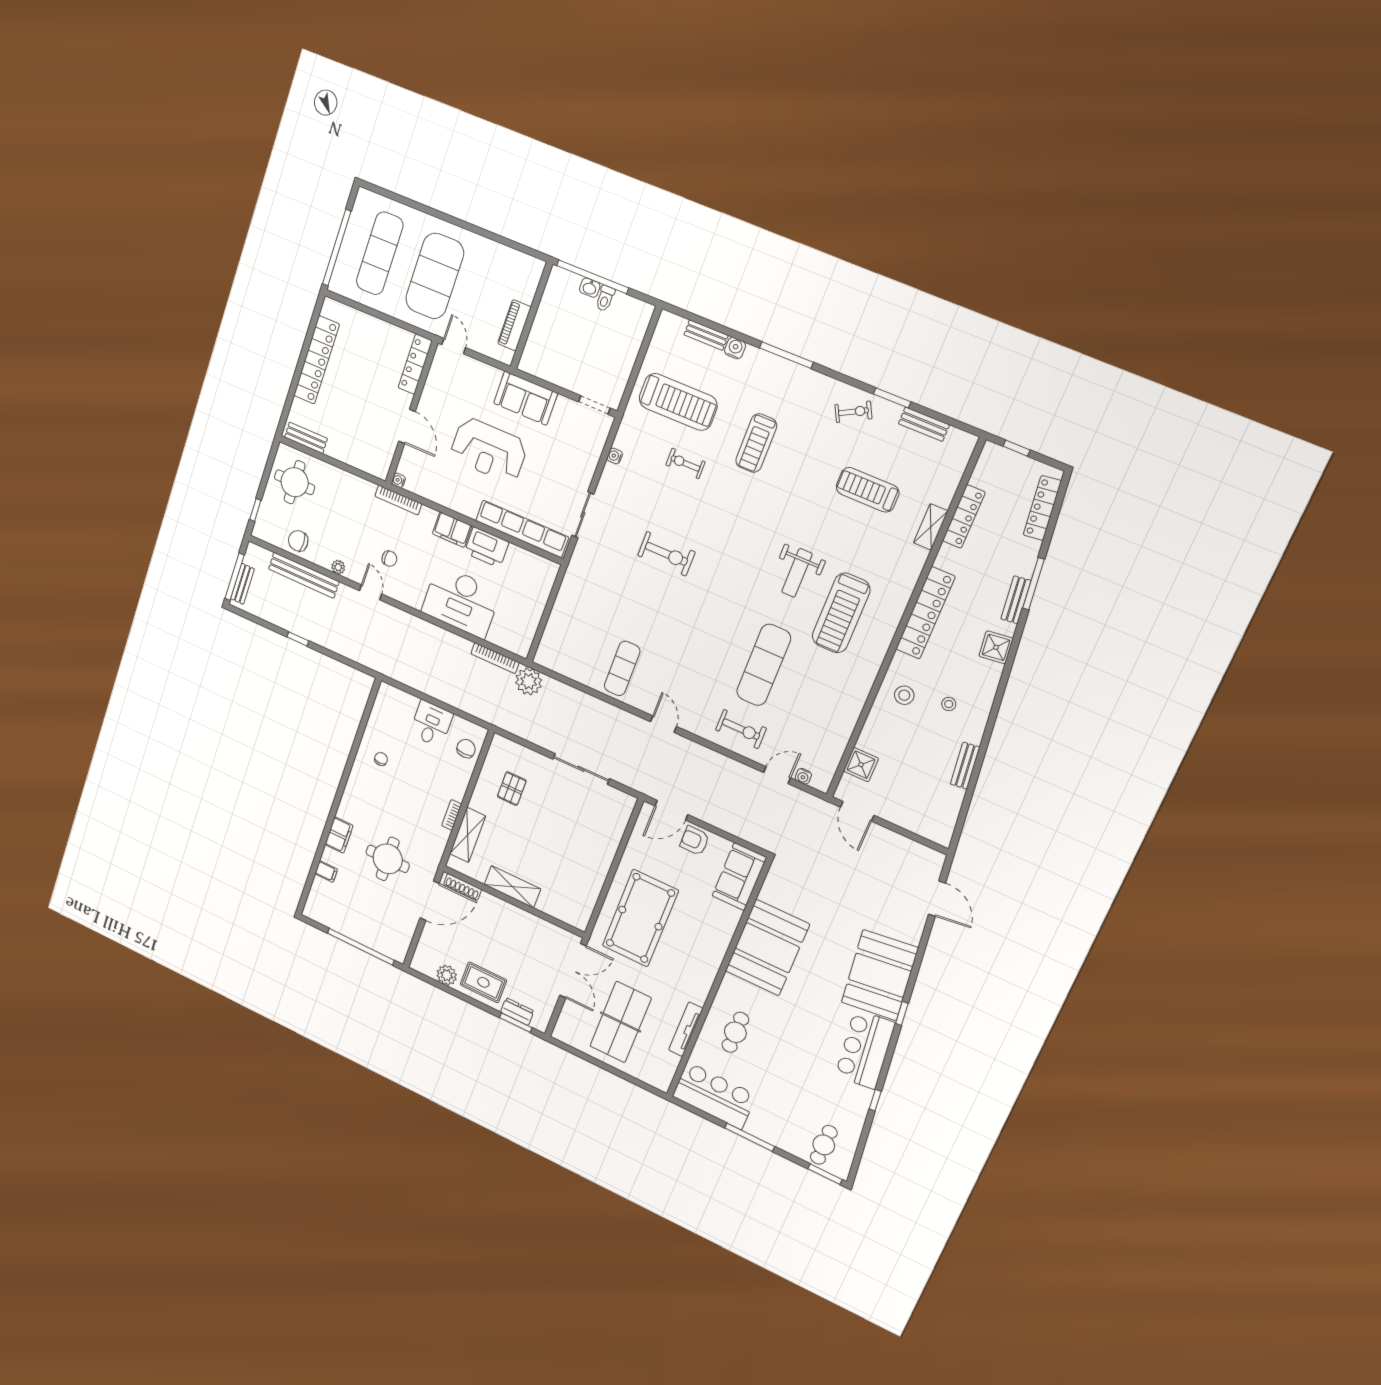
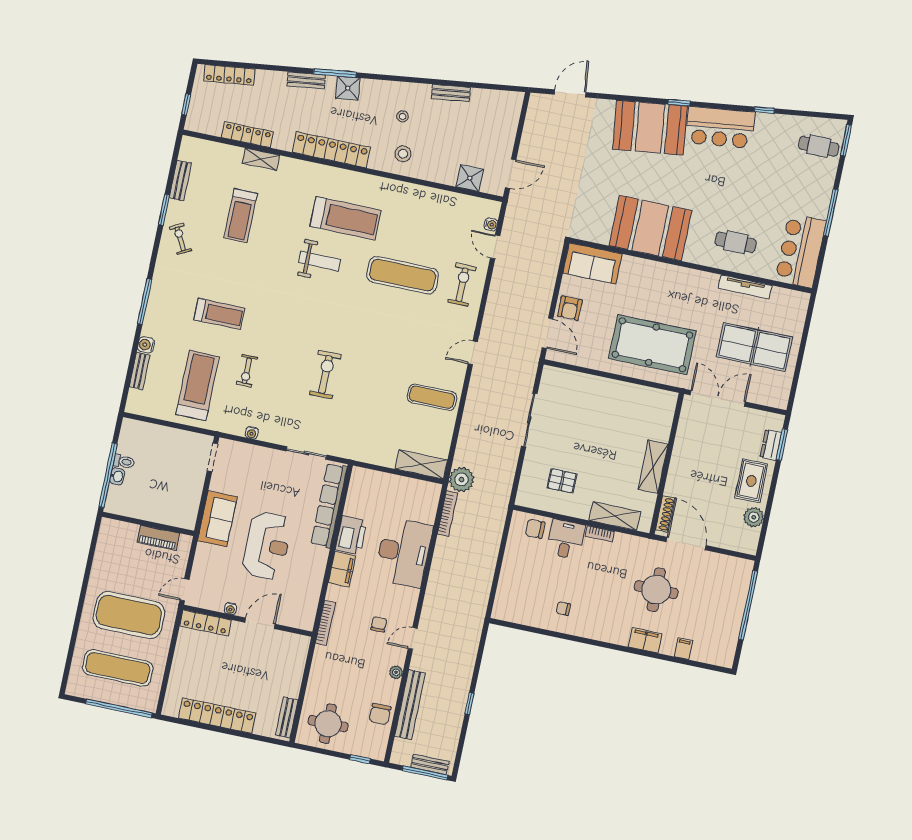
water cooler: (398, 480) -> (230, 609), moved
window: (1034, 584) -> (335, 73), moved
shelving: (551, 641) -> (421, 464), added
desk: (431, 724) -> (566, 539), moved, turned 90

